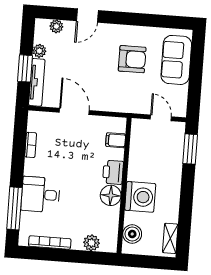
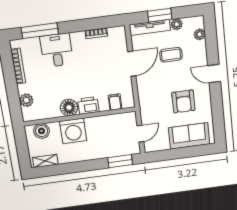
door: (87, 16) -> (214, 74), moved
coffee table: (73, 64) -> (171, 55), added

